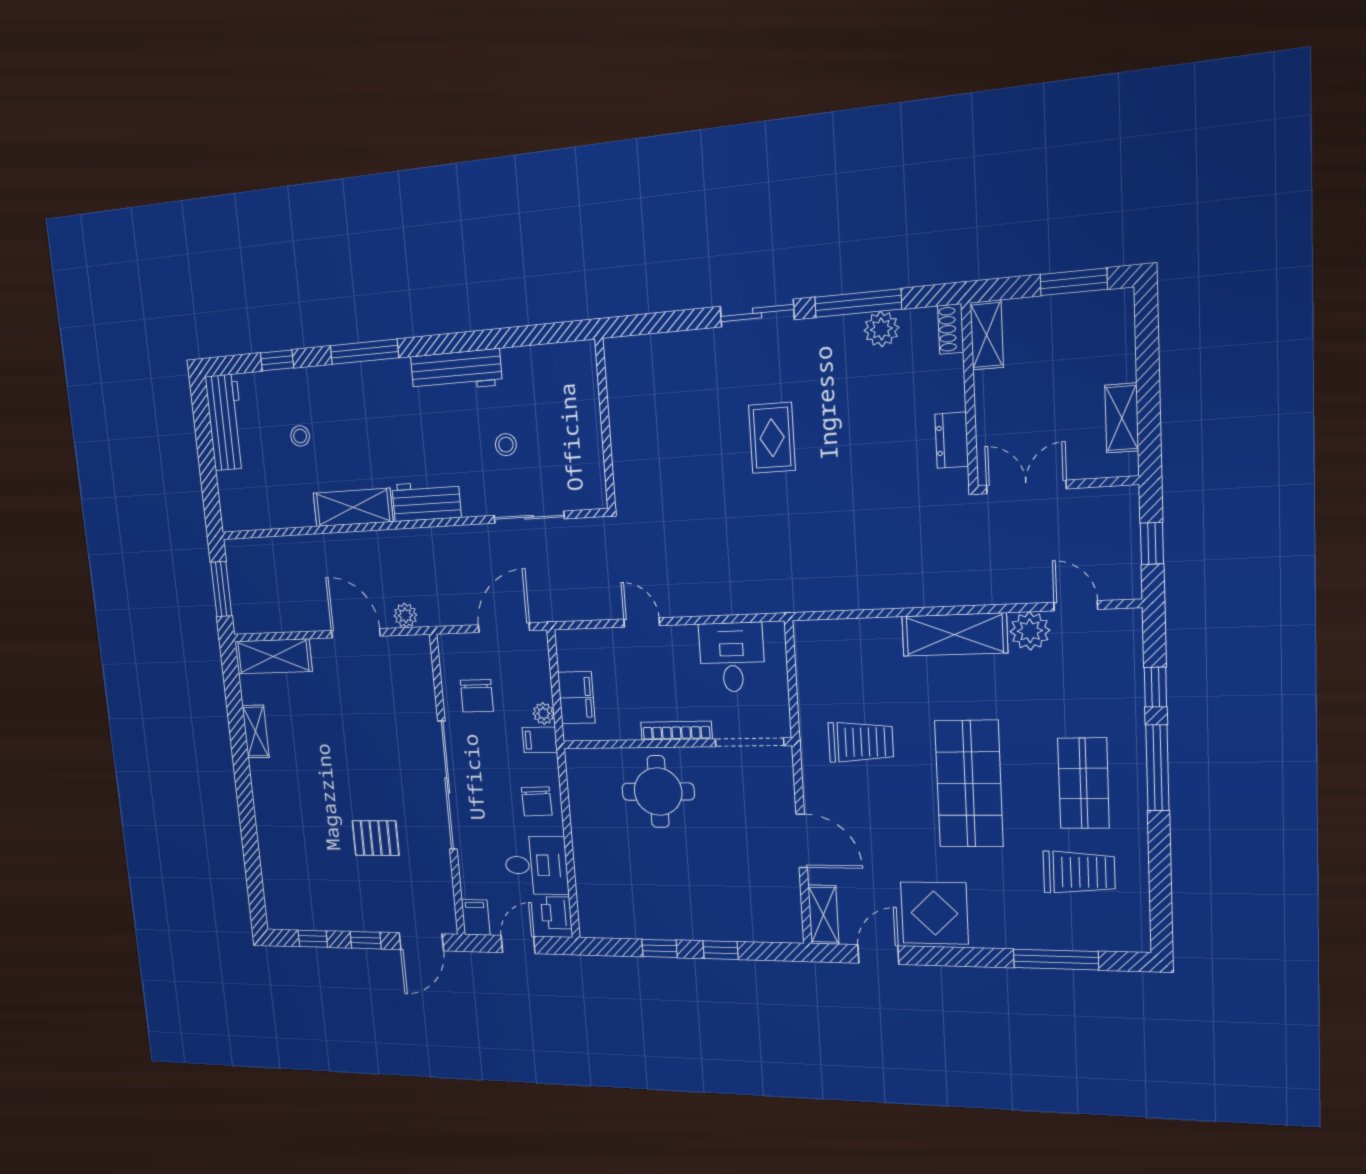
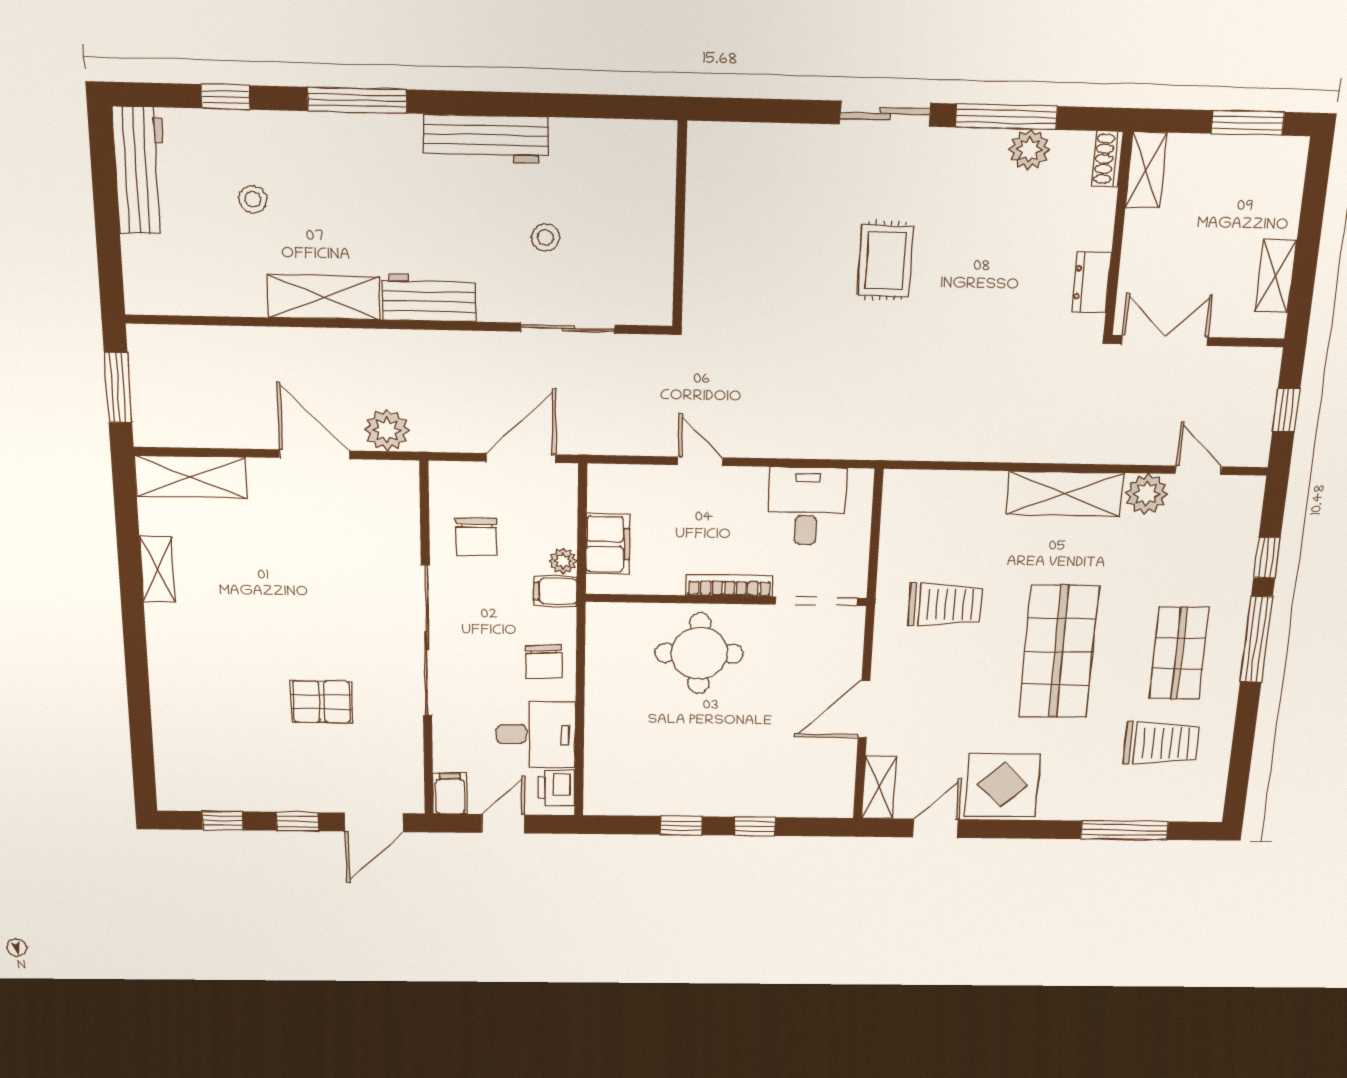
plant: (405, 615) -> (387, 430), width x1.38, depth x1.38
door: (802, 841) -> (864, 709), swing flipped

